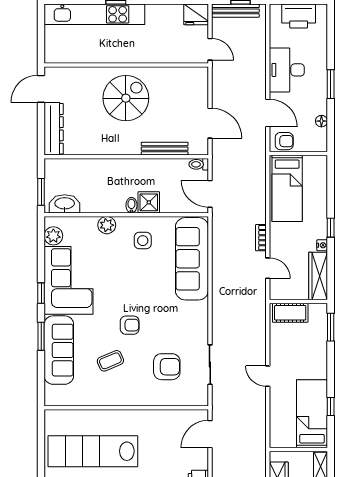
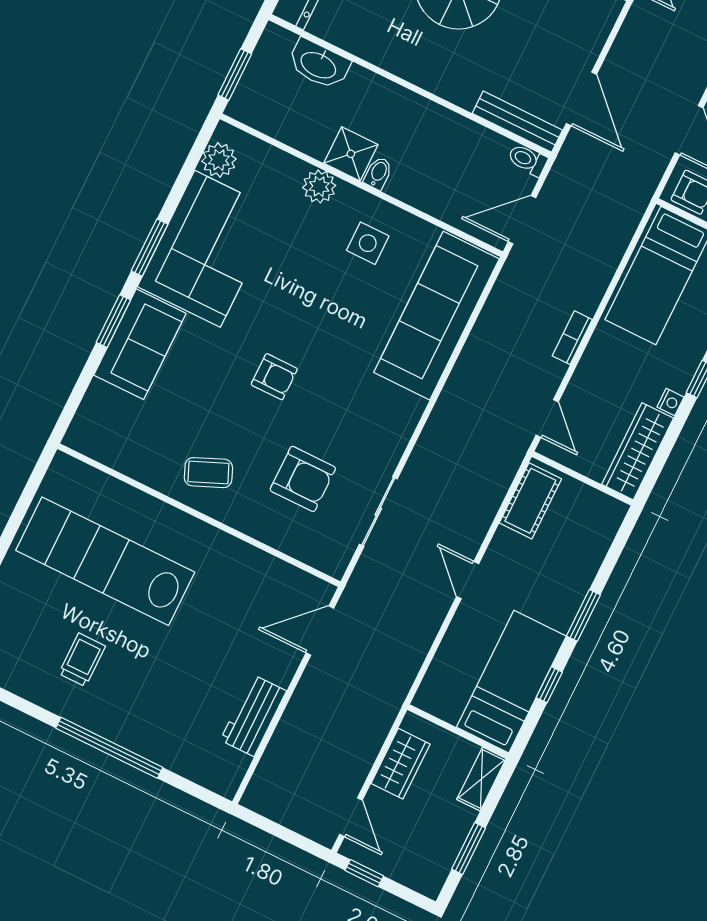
bench: (165, 149) -> (517, 122), moved
door: (210, 194) -> (522, 220), hinge flipped
shower: (149, 202) -> (351, 154), moved
washbasin: (65, 204) -> (319, 64), moved, turned 180
door: (268, 268) -> (547, 418), moved
window: (41, 293) -> (150, 248), width x1.50
cot: (290, 313) -> (530, 501), moved, turned 90
window: (331, 327) -> (583, 615), moved
sofa: (59, 350) -> (140, 344), width x0.73
coffee table: (110, 361) -> (208, 473), moved

